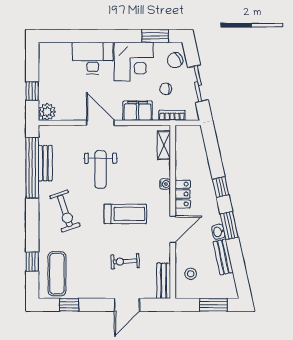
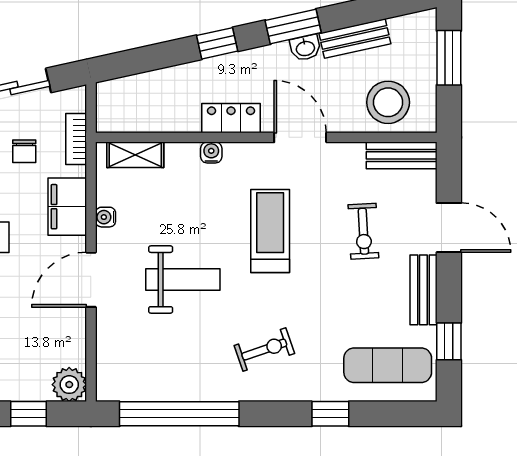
water cooler: (132, 130) -> (105, 217), added
bench: (45, 163) -> (423, 290), moved, turned 90
exercise bike: (65, 211) -> (264, 350), width x0.73, depth x0.72
window: (32, 262) -> (330, 414), moved
stool: (191, 274) -> (388, 102), width x1.89, depth x1.89

